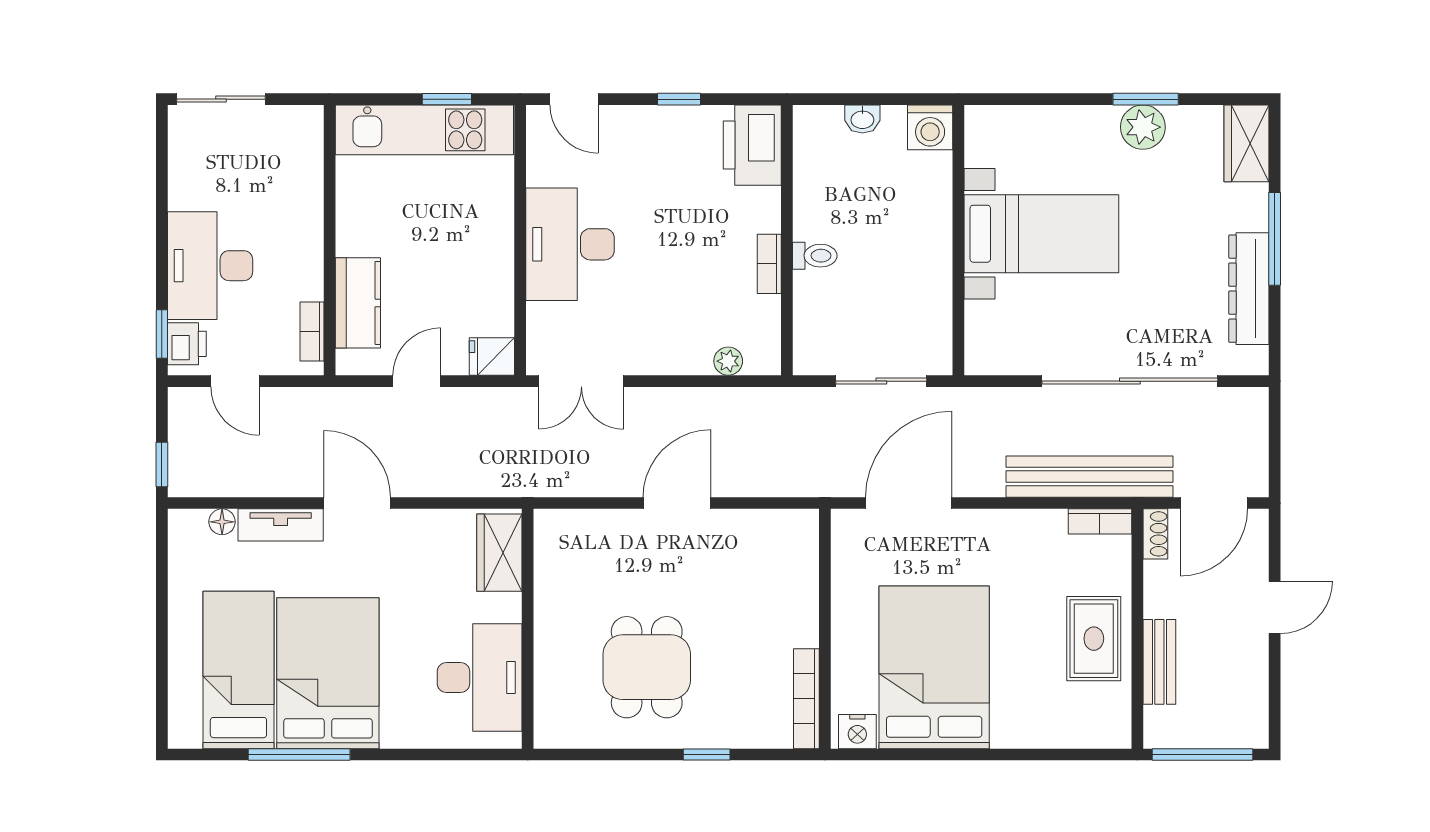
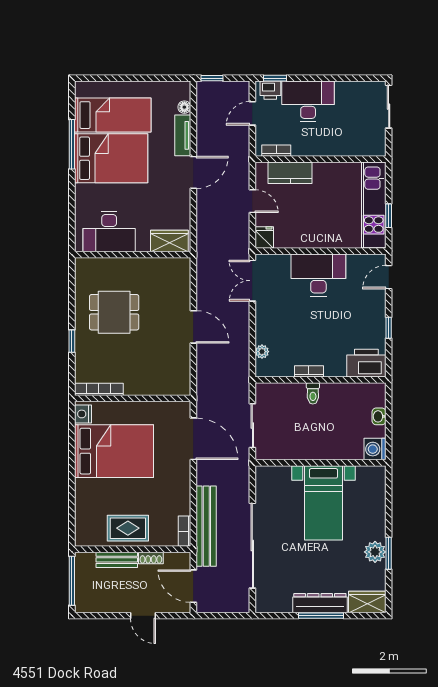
dresser: (1249, 289) -> (320, 603), moved
shoe rack: (1155, 534) -> (151, 558), moved

